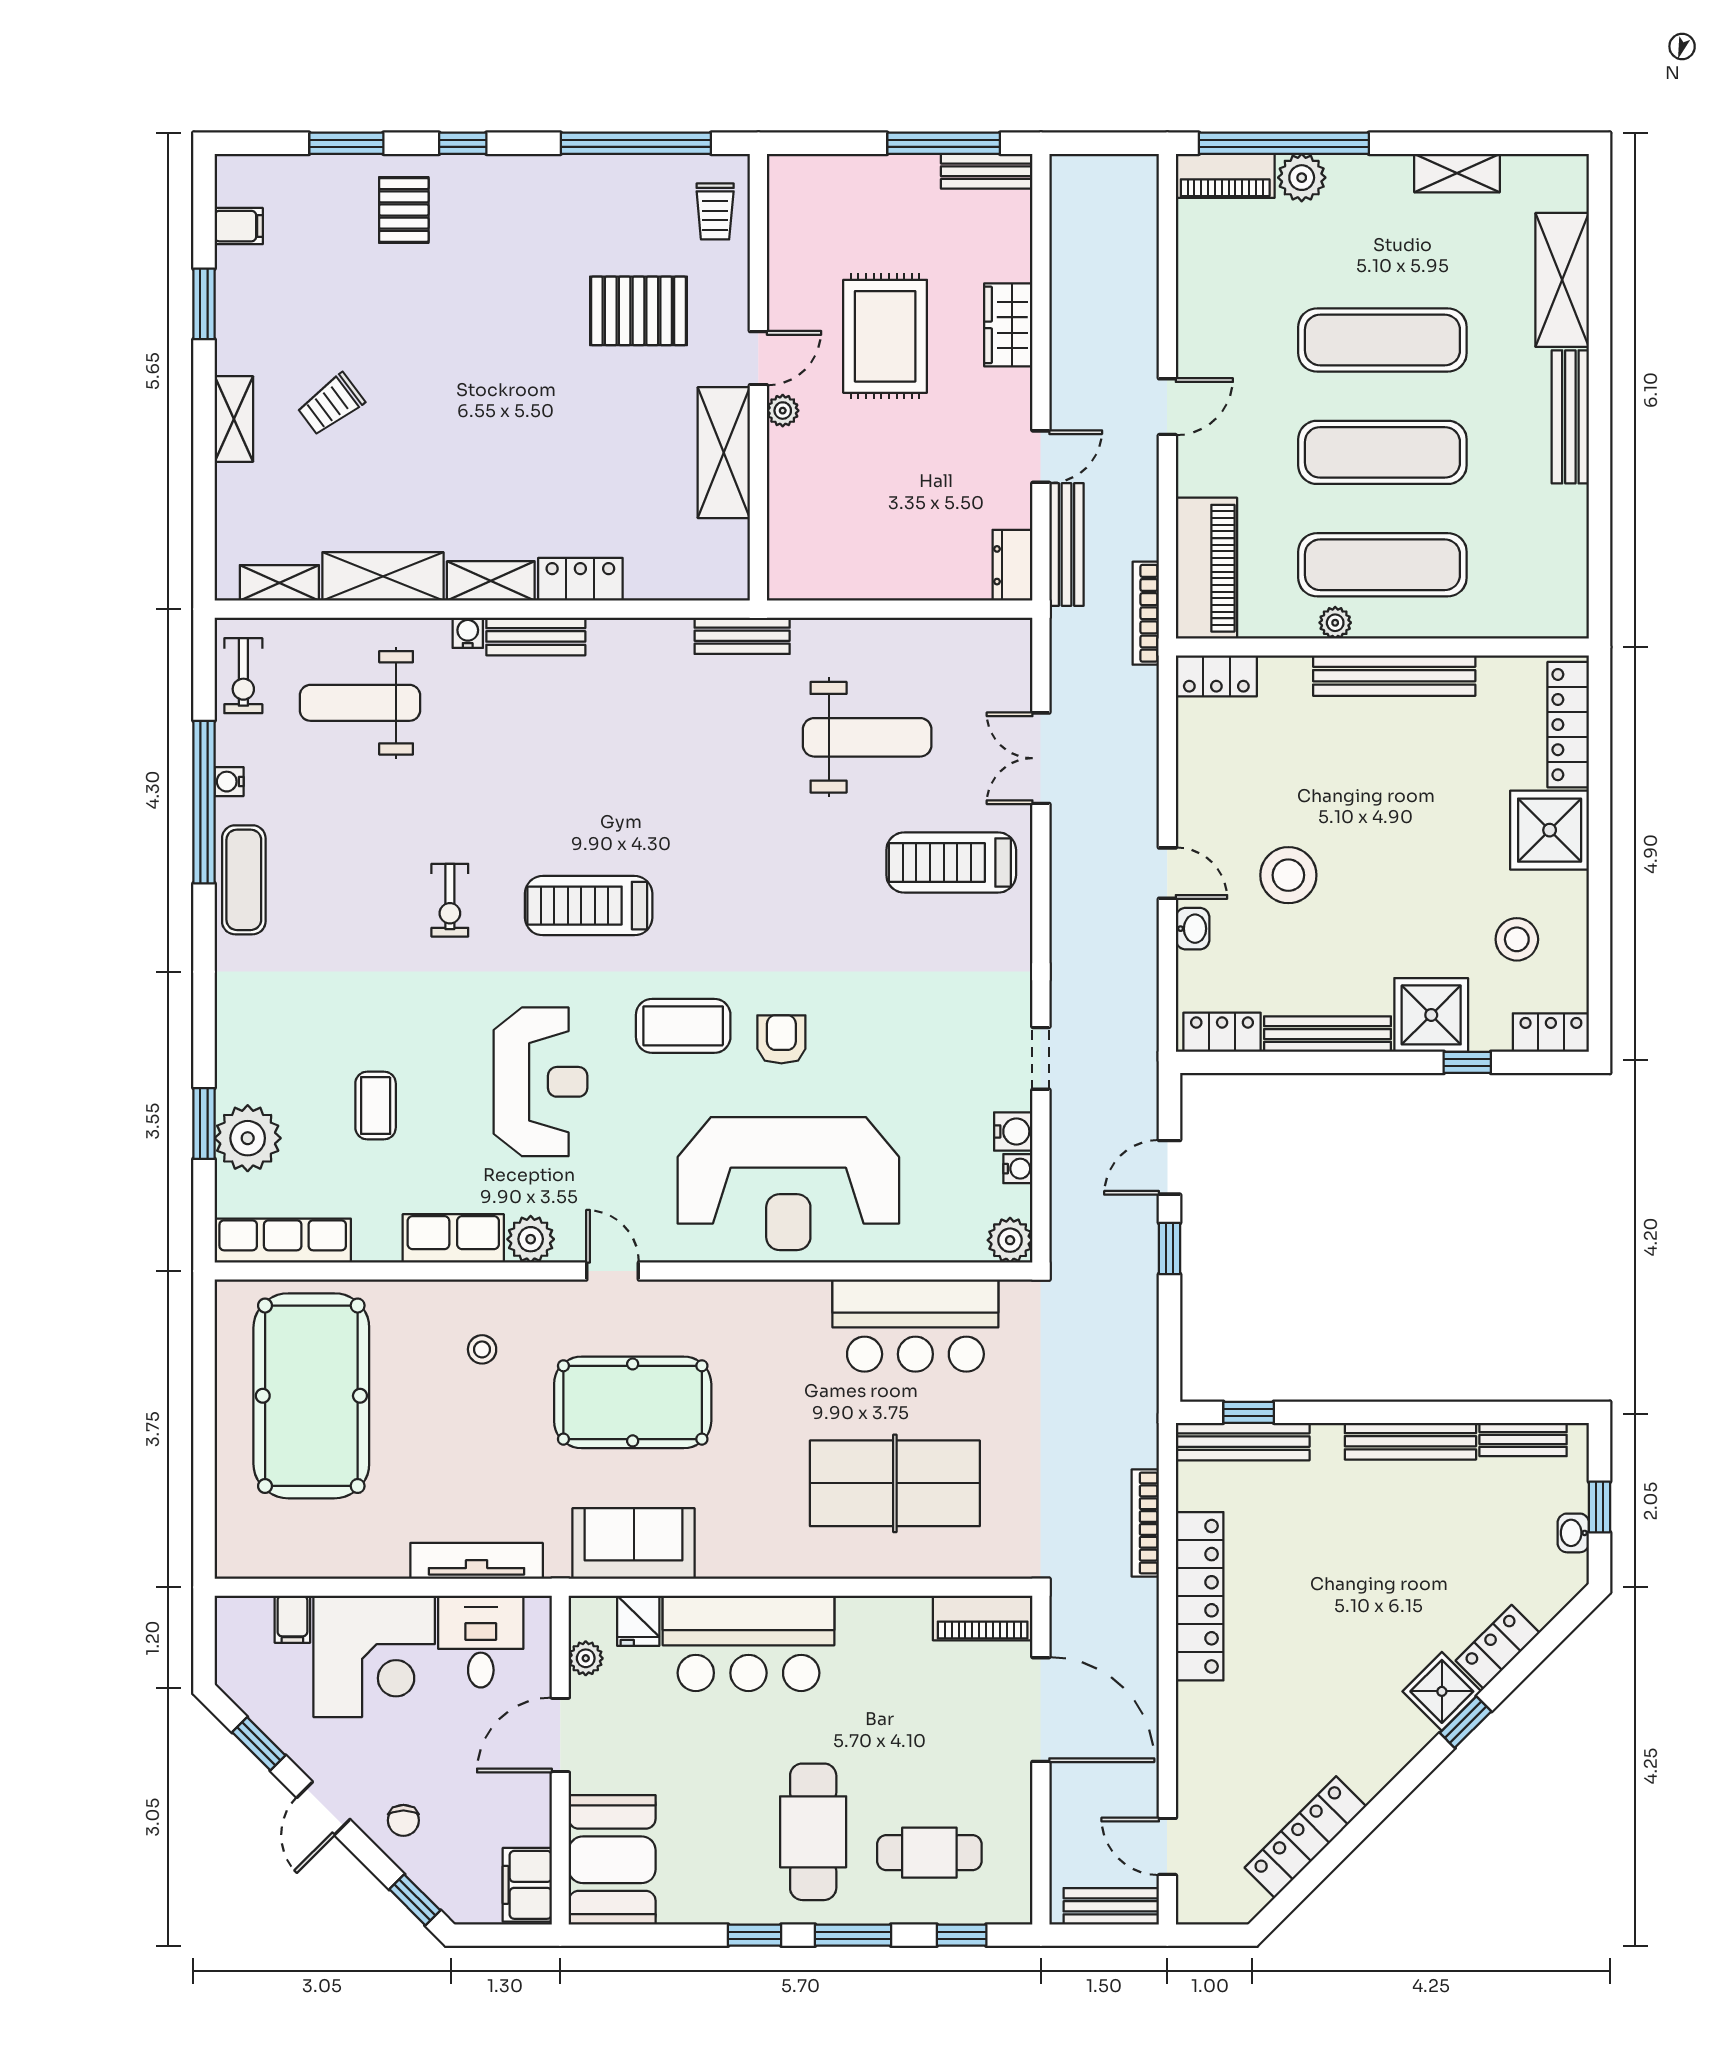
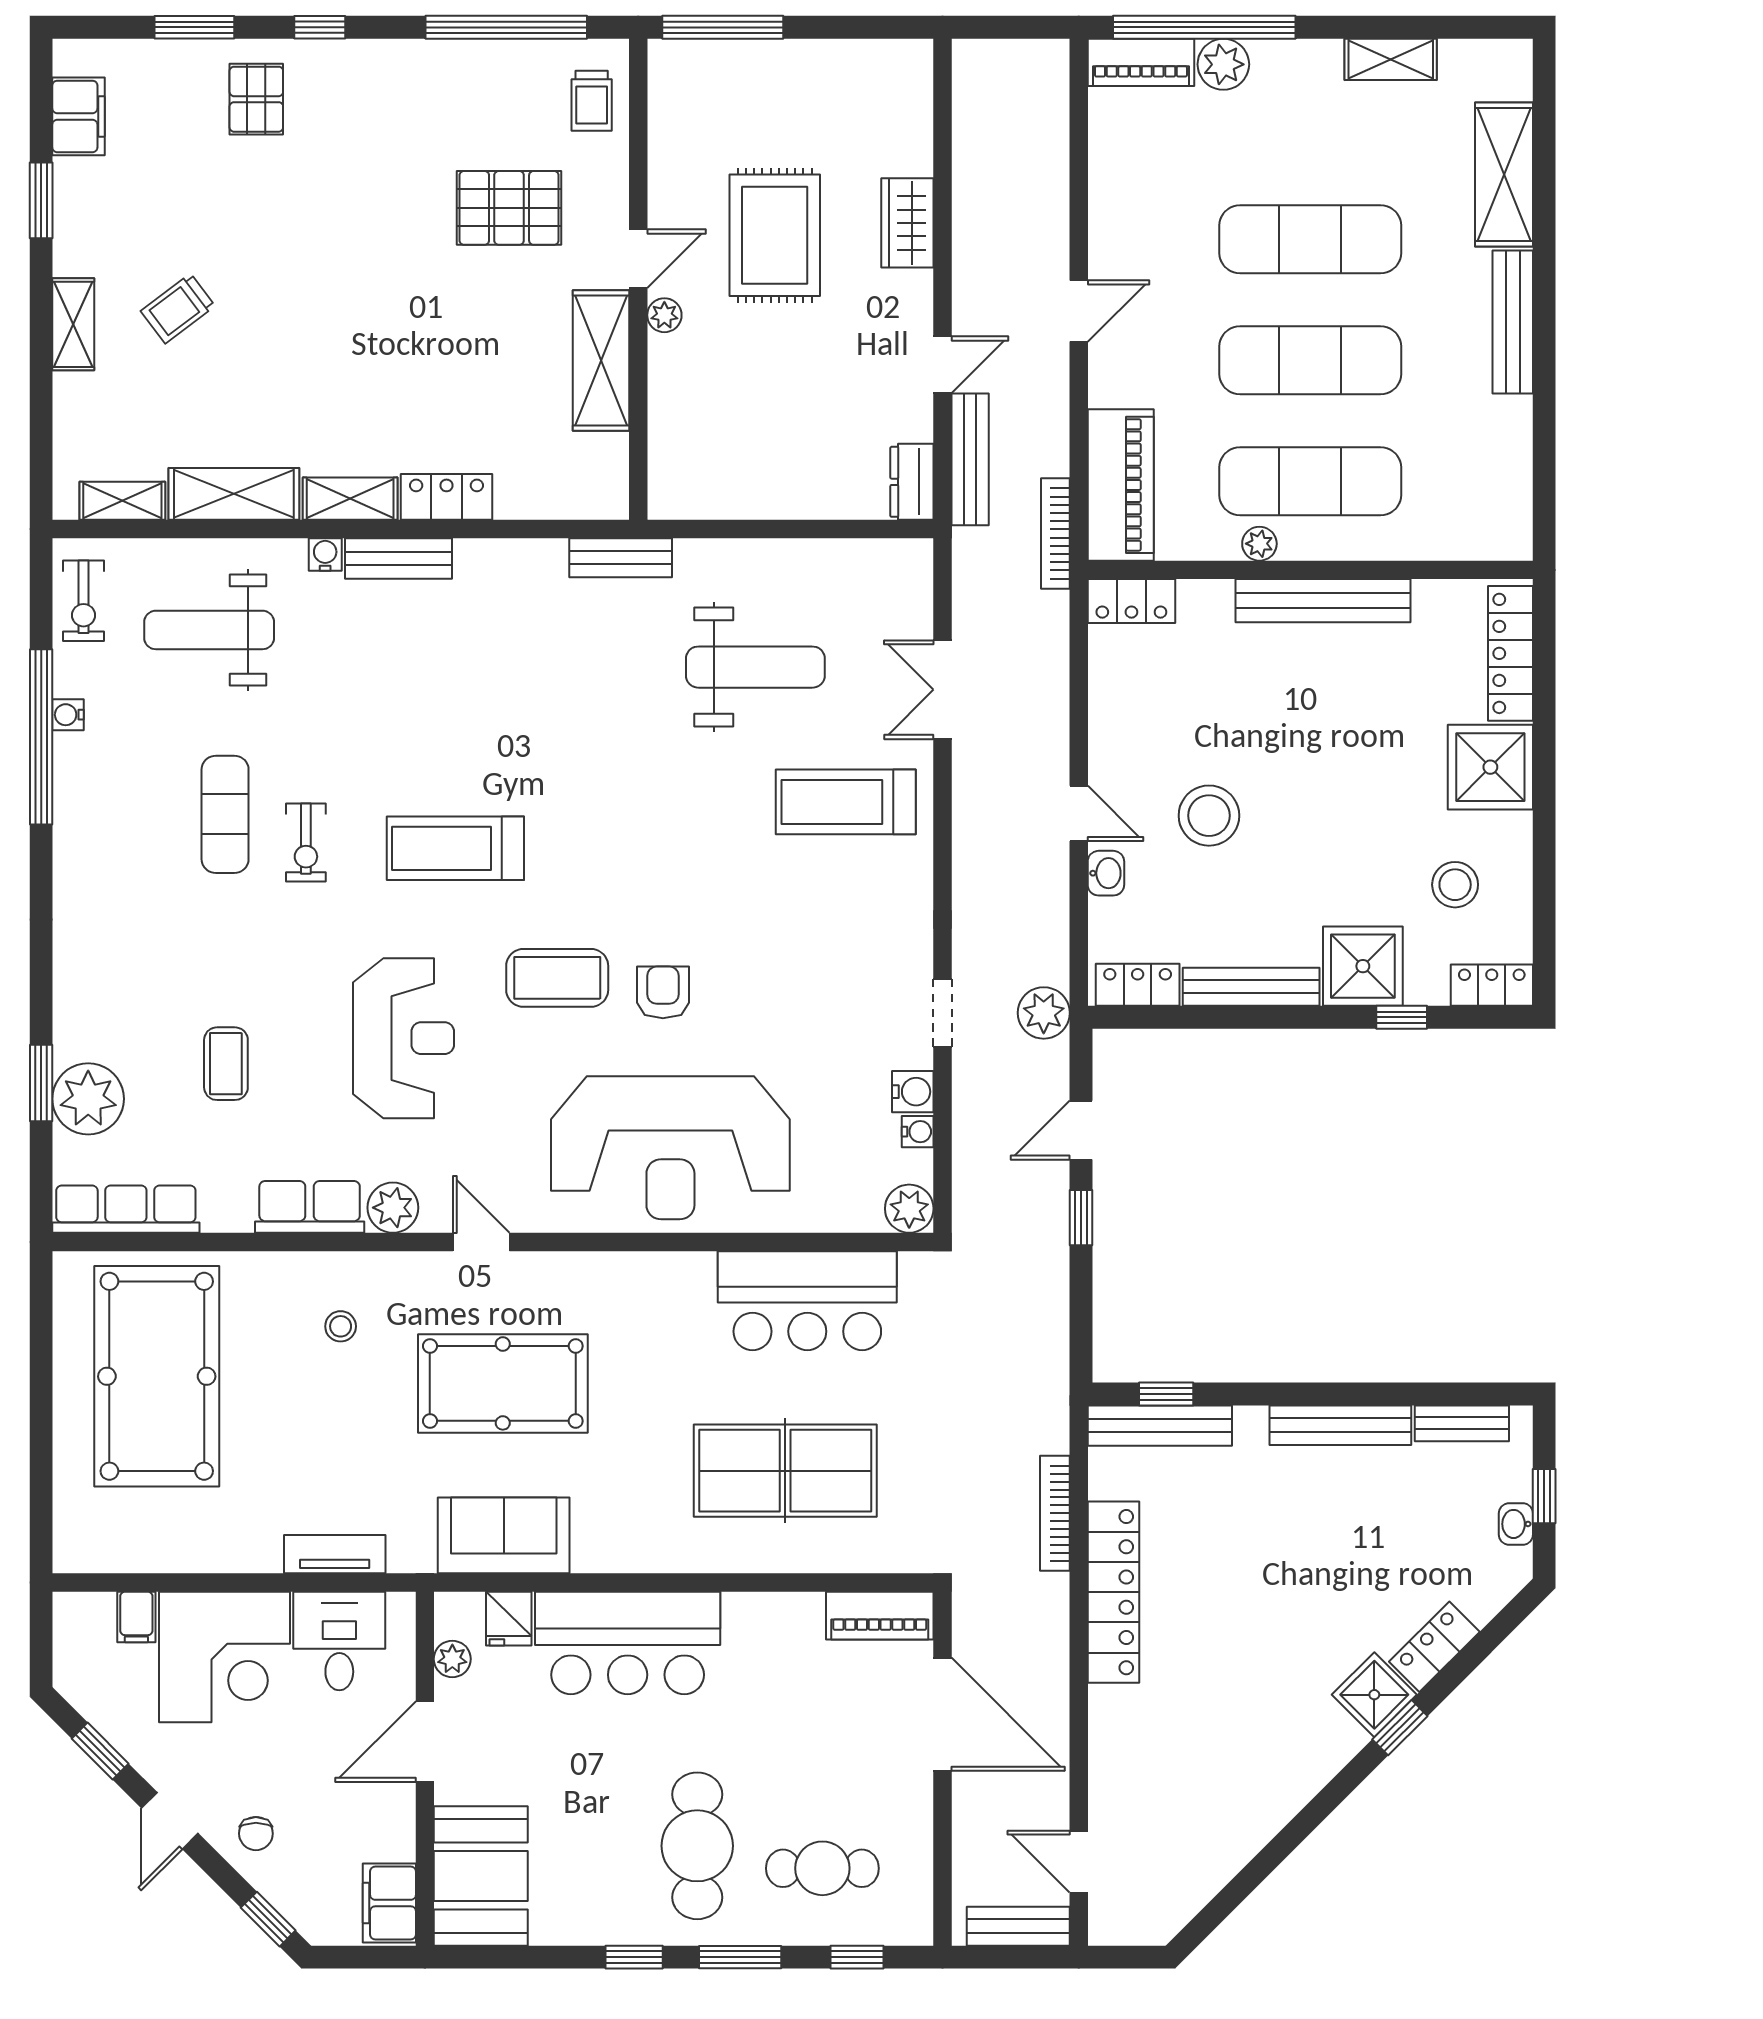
window: (944, 143) -> (723, 27), moved
bench: (987, 171) -> (884, 57), removed
filing cabinet: (239, 226) -> (79, 116), width x2.00
exercise mat: (244, 880) -> (225, 814), moved
plant: (1135, 1058) -> (1044, 1013), added
tv unit: (477, 1561) -> (335, 1554), width x0.71
locker: (1305, 1837) -> (1227, 1852), removed

